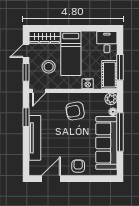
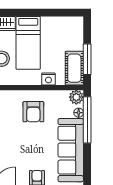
desk: (107, 42) -> (71, 29), removed
armchair: (75, 111) -> (33, 112), turned -80
window: (120, 132) -> (87, 120), moved

